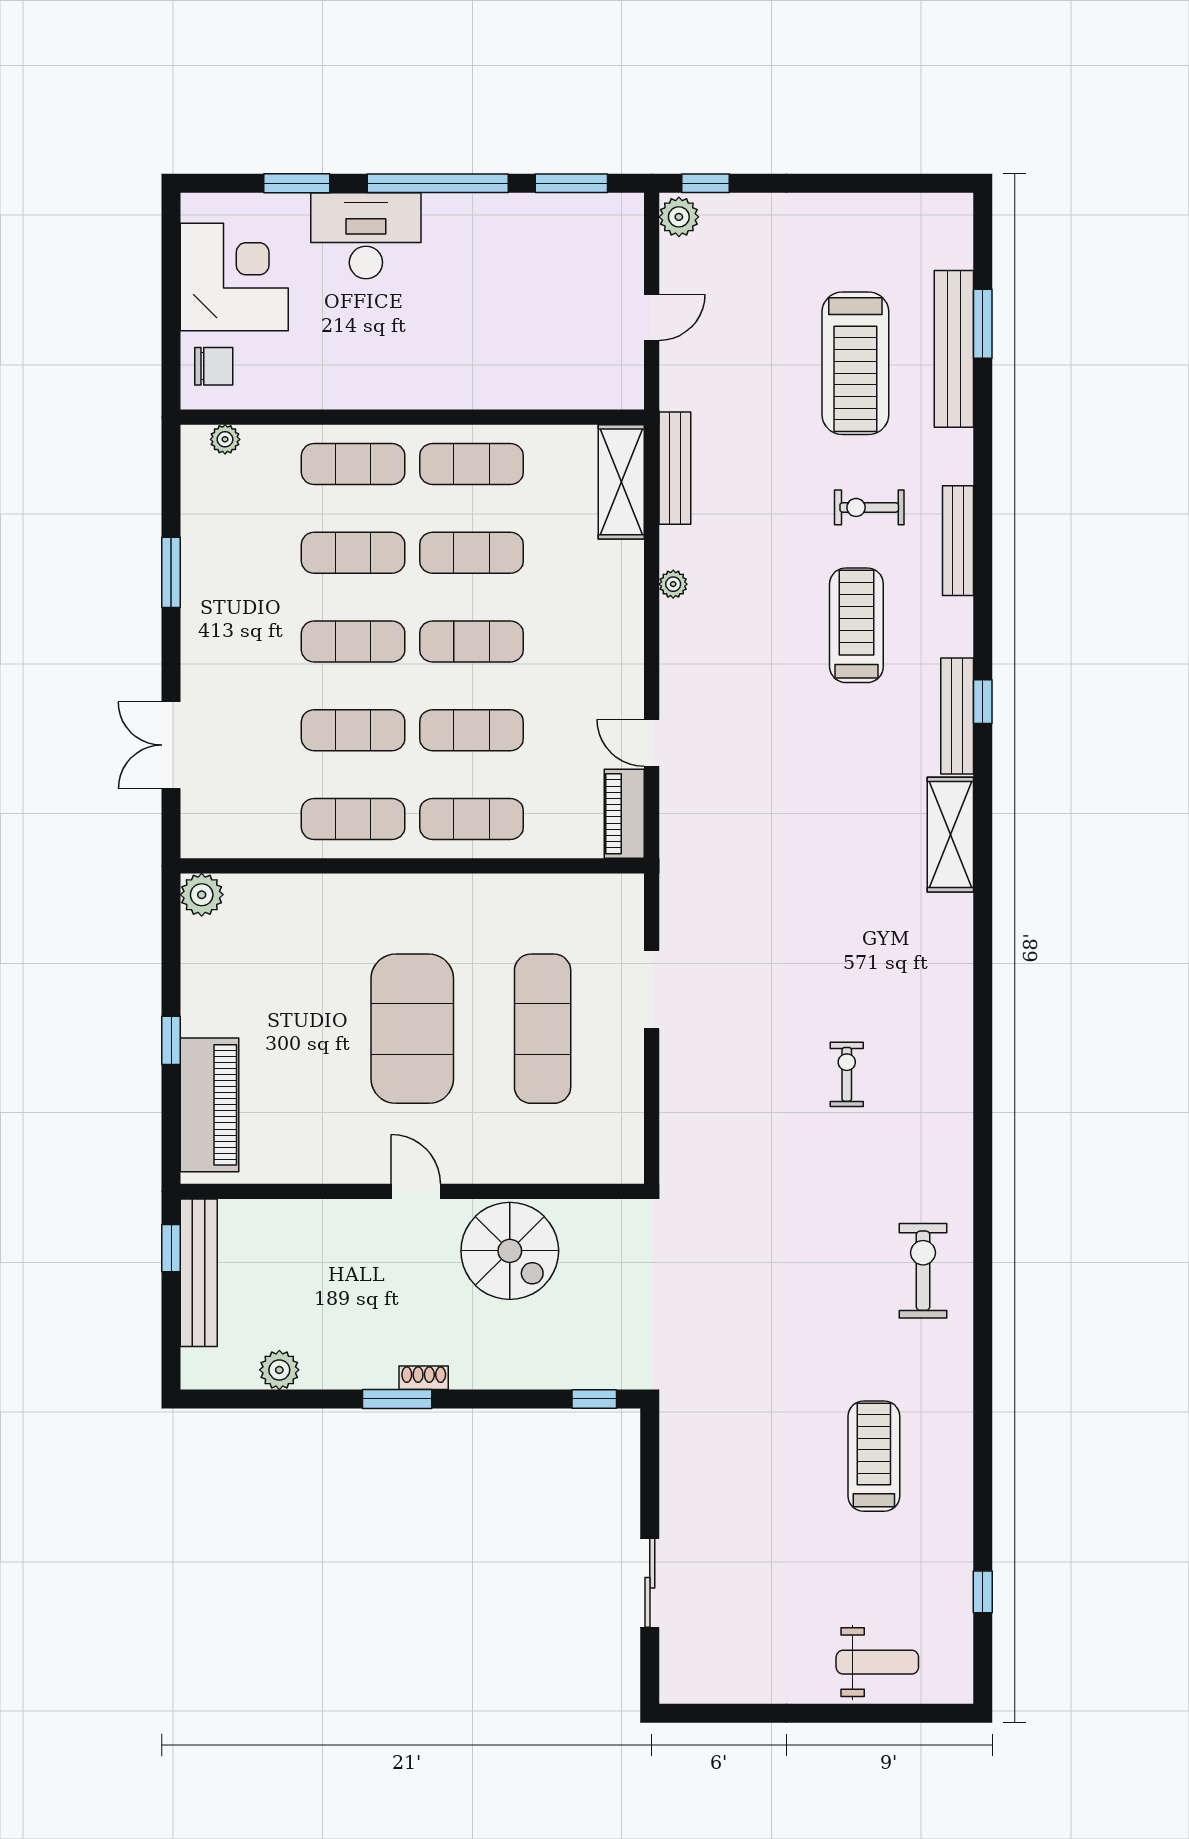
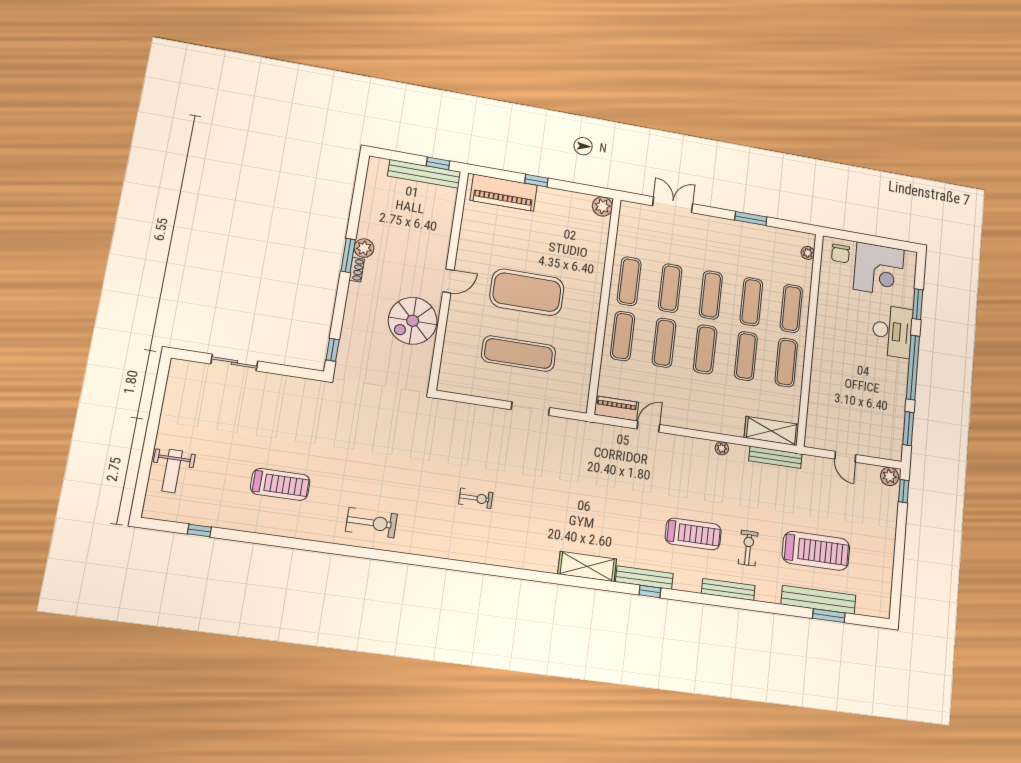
treadmill: (855, 363) -> (816, 551), turned 180
plant: (279, 1370) -> (364, 248), moved

